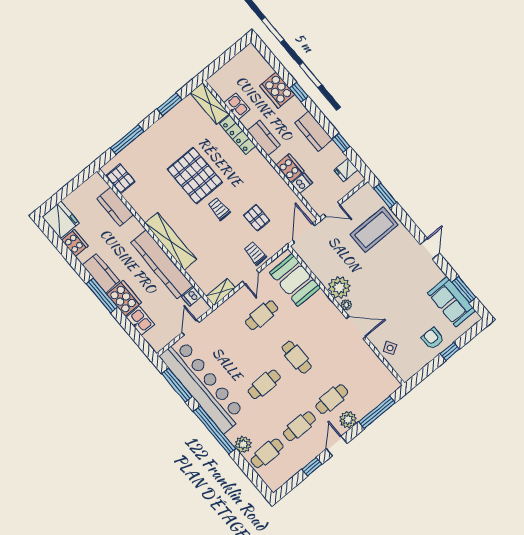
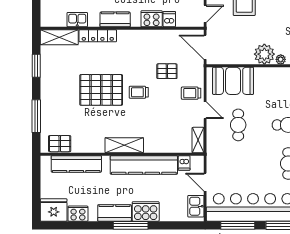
kitchen counter: (115, 207) -> (76, 164), width x1.50
shelving: (171, 241) -> (124, 145), width x0.68
kitchen sink: (140, 321) -> (196, 206), moved, turned -90

